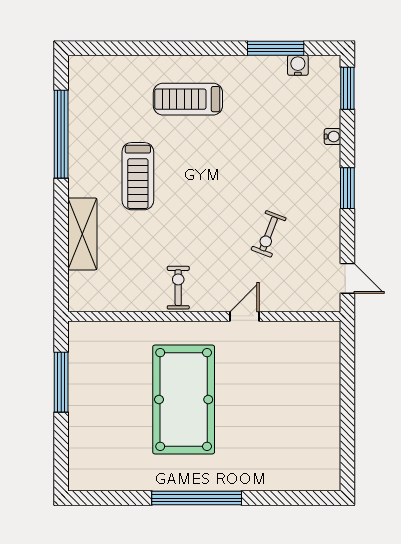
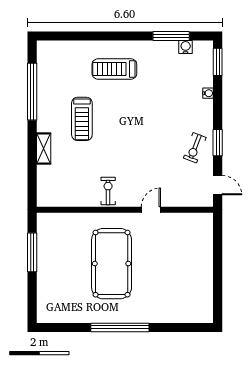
window: (347, 188) -> (218, 143), moved
shelving: (82, 234) -> (44, 149), width x0.67, depth x0.75
exercise bike: (269, 234) -> (195, 148), moved

